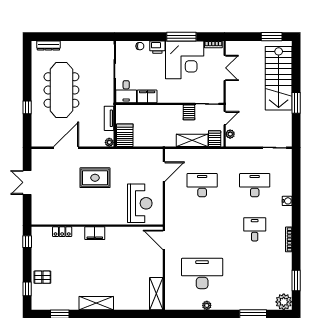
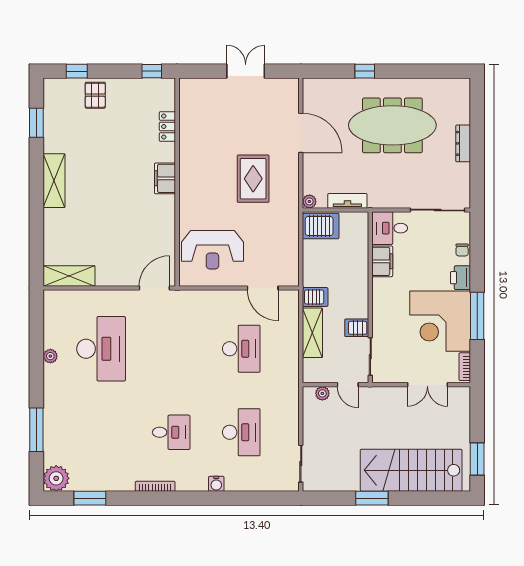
dresser: (48, 45) -> (463, 143), moved
server rack: (215, 139) -> (315, 297), moved

